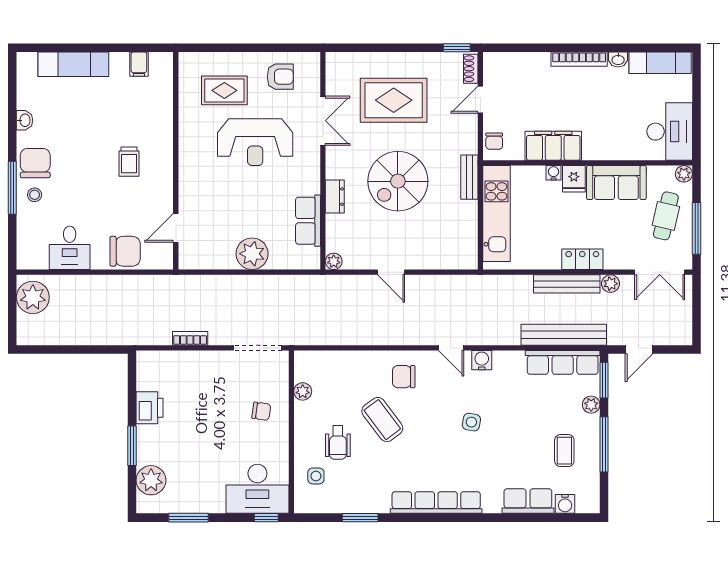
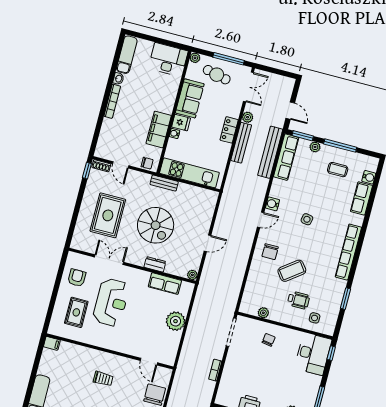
filing cabinet: (139, 64) -> (52, 343), moved

